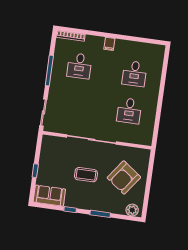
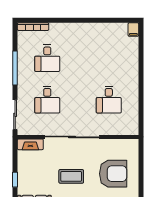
filing cabinet: (109, 44) -> (133, 30), moved
desk: (134, 74) -> (47, 100), moved
fireplace: (53, 141) -> (30, 144), added
armchair: (124, 177) -> (113, 174), turned -126

